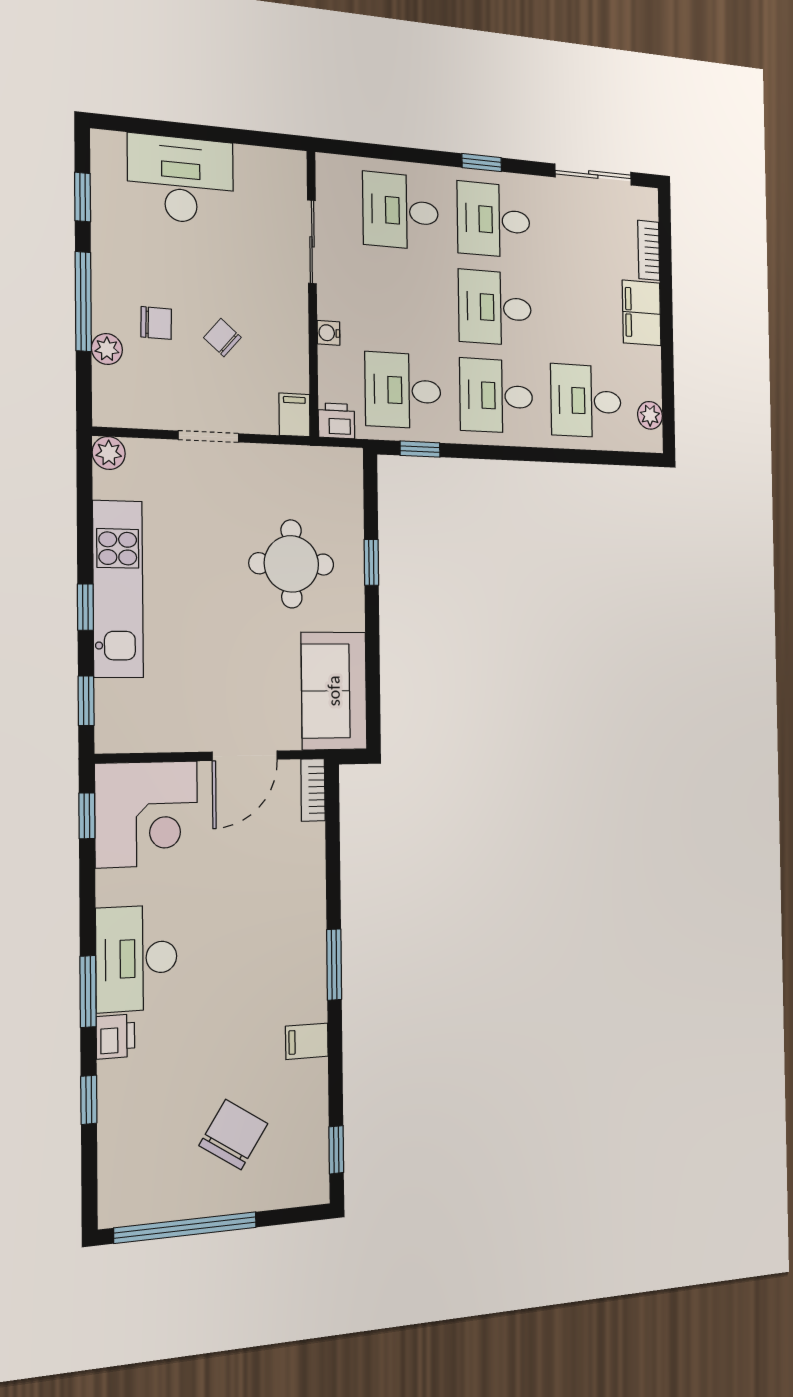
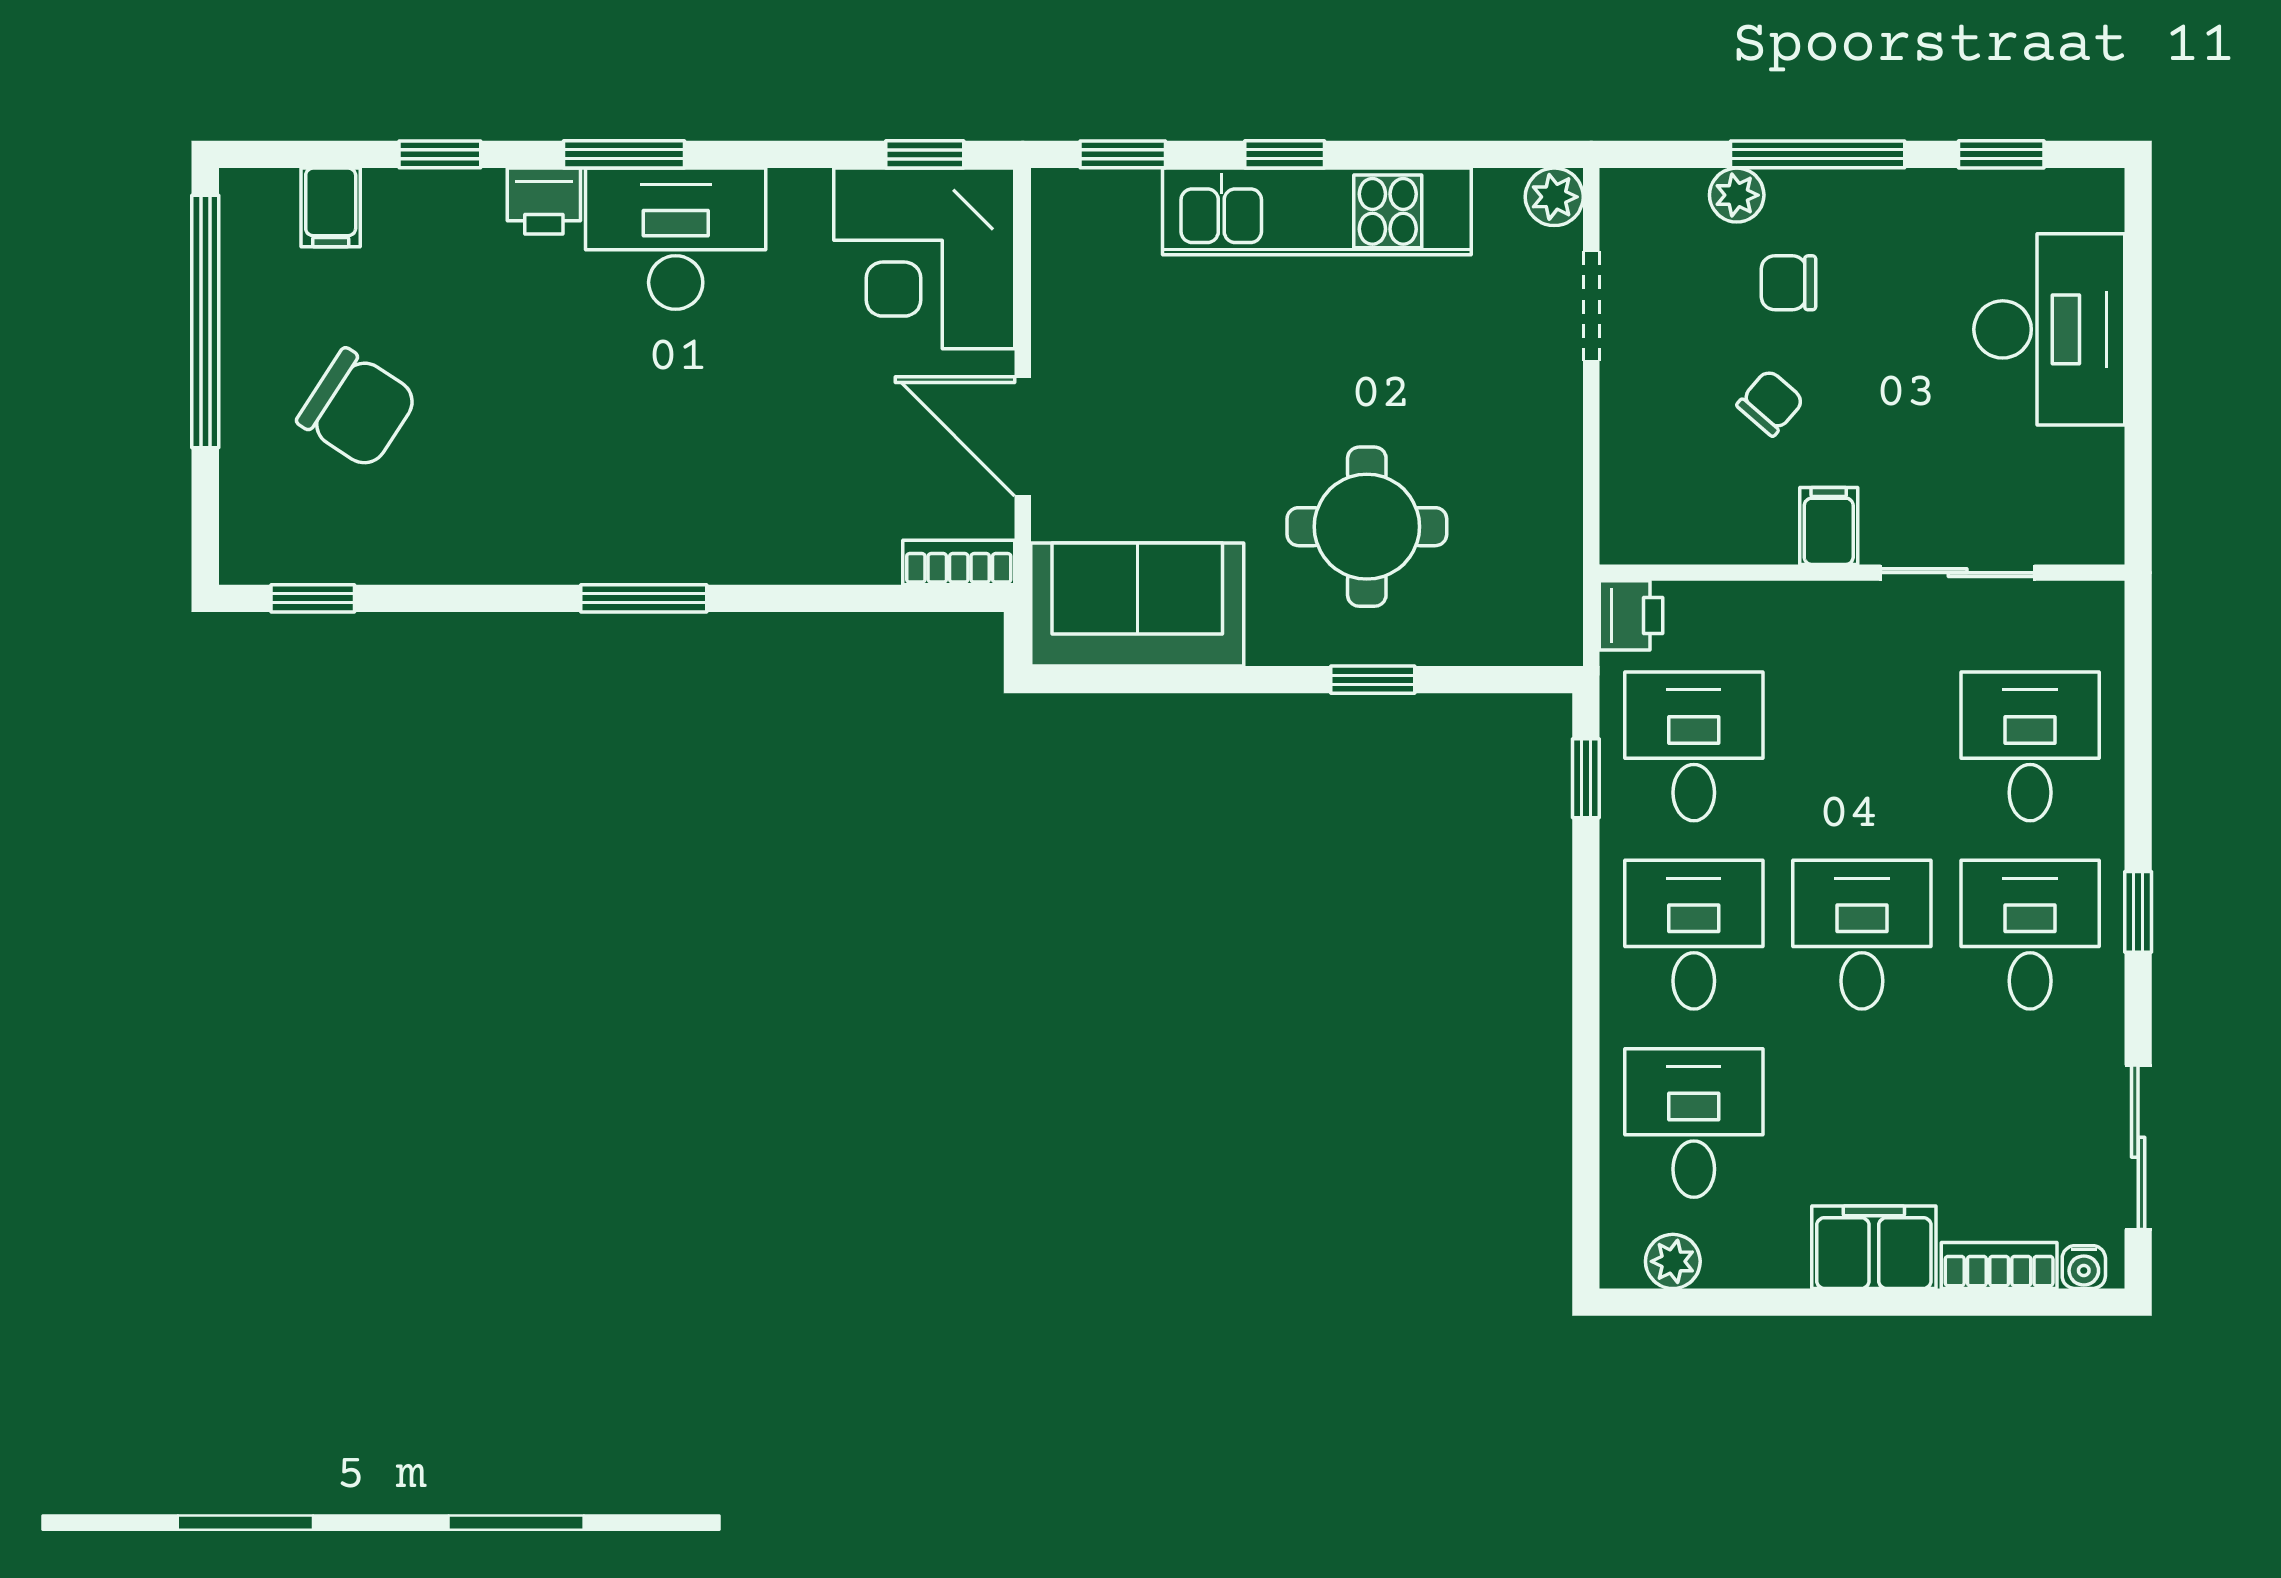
chair: (156, 323) -> (1789, 283), turned 89
water cooler: (329, 333) -> (2084, 1267), moved, turned 180
filing cabinet: (294, 415) -> (1829, 526), moved, turned -90
doorway: (209, 436) -> (1591, 306), moved
filing cabinet: (307, 1041) -> (331, 207), moved, turned 180

